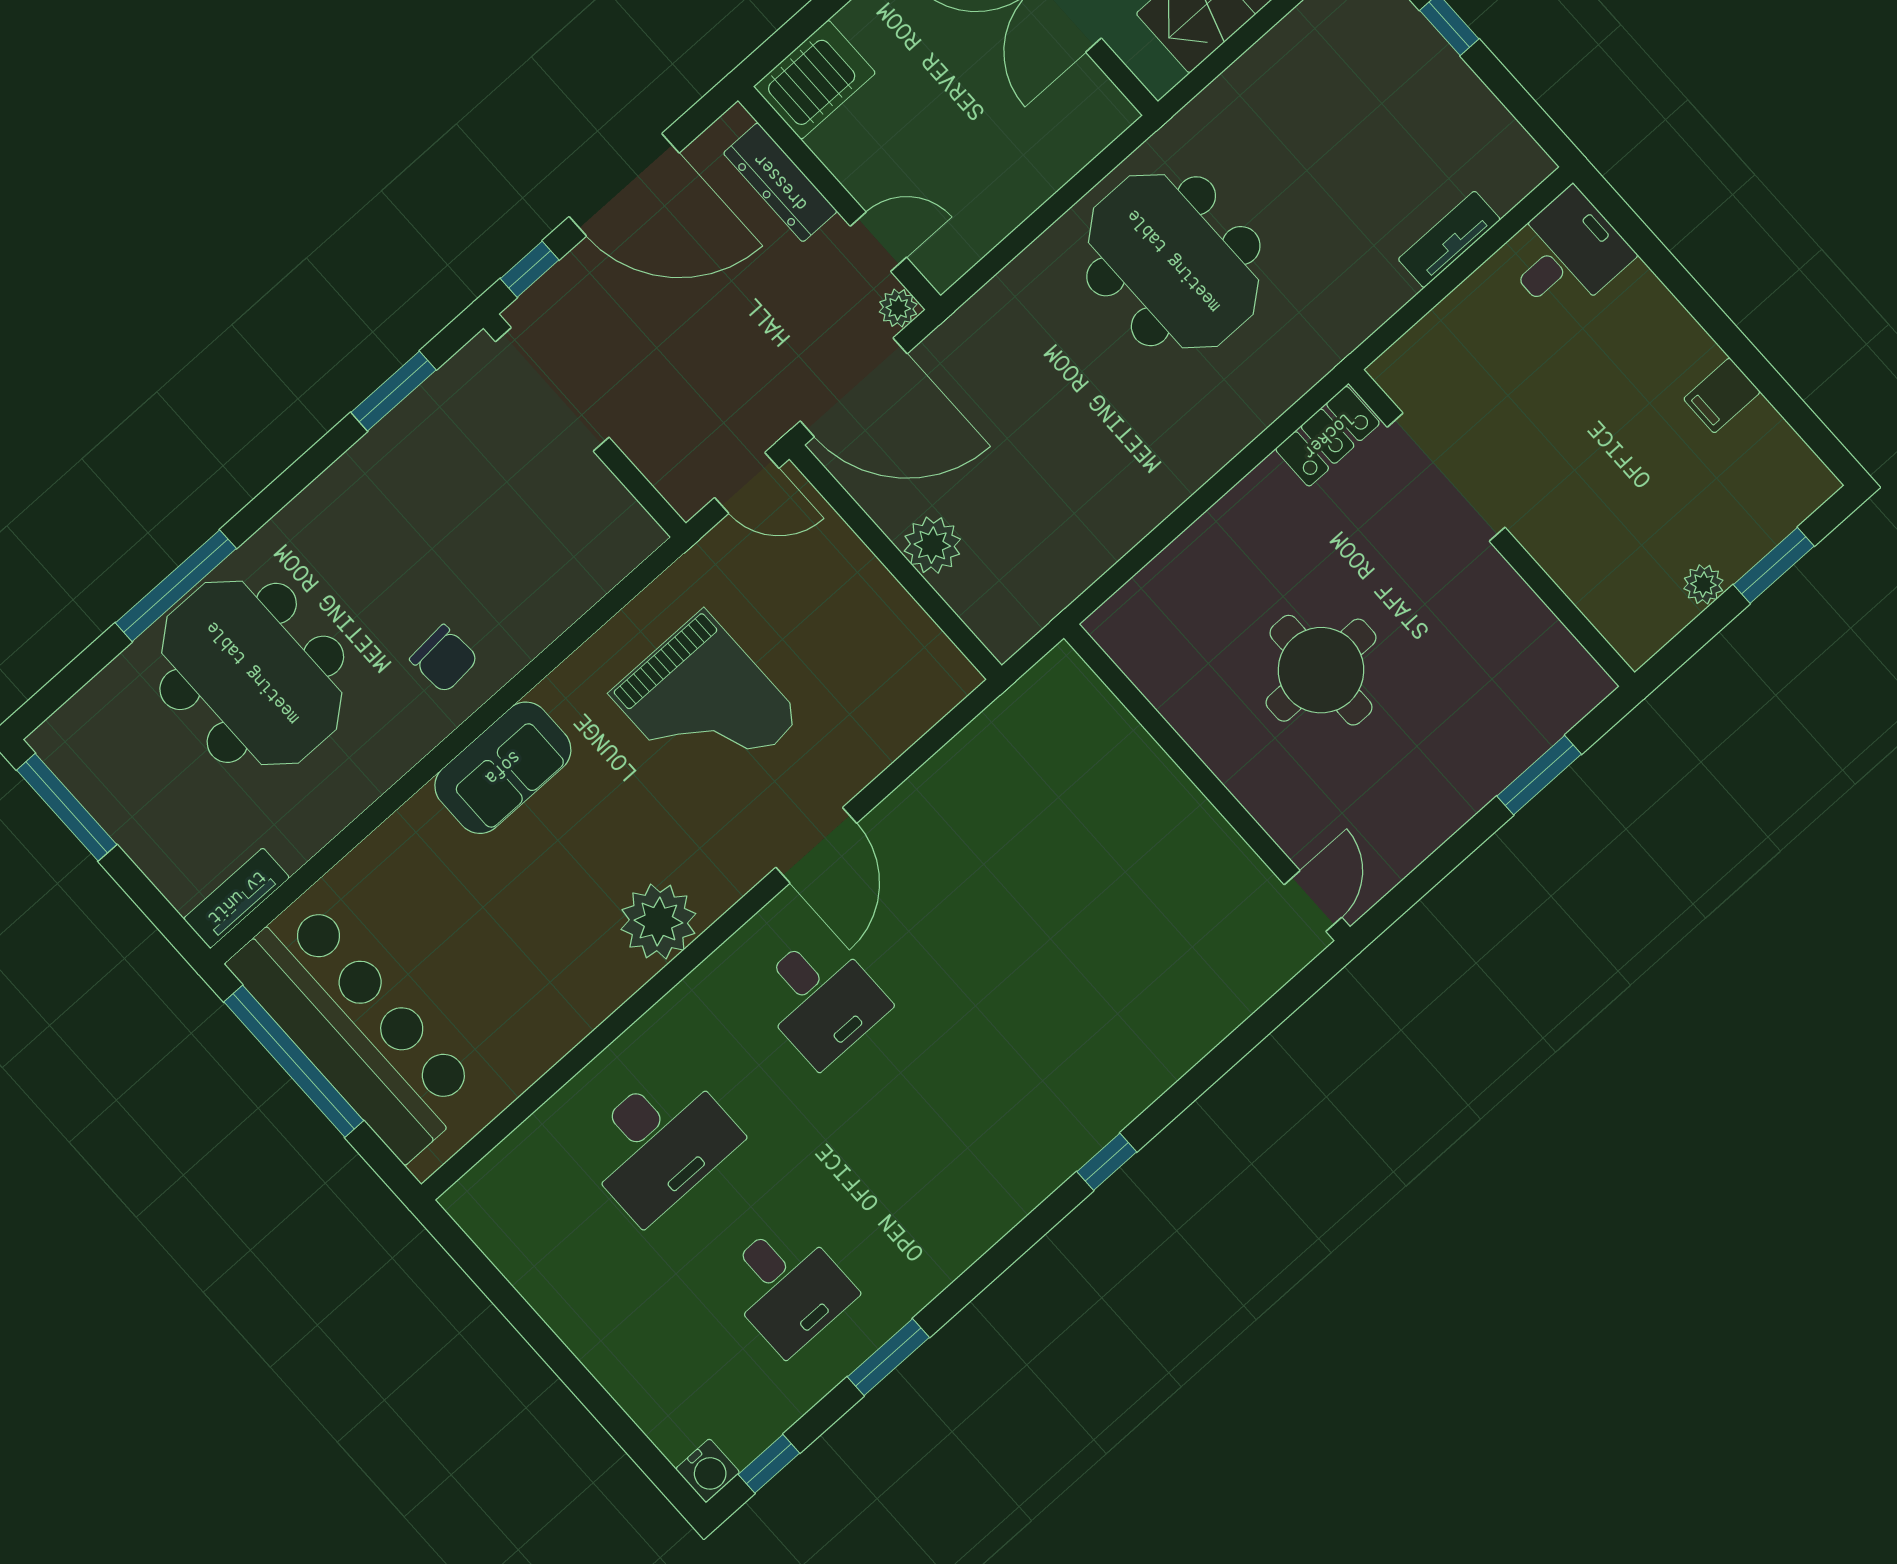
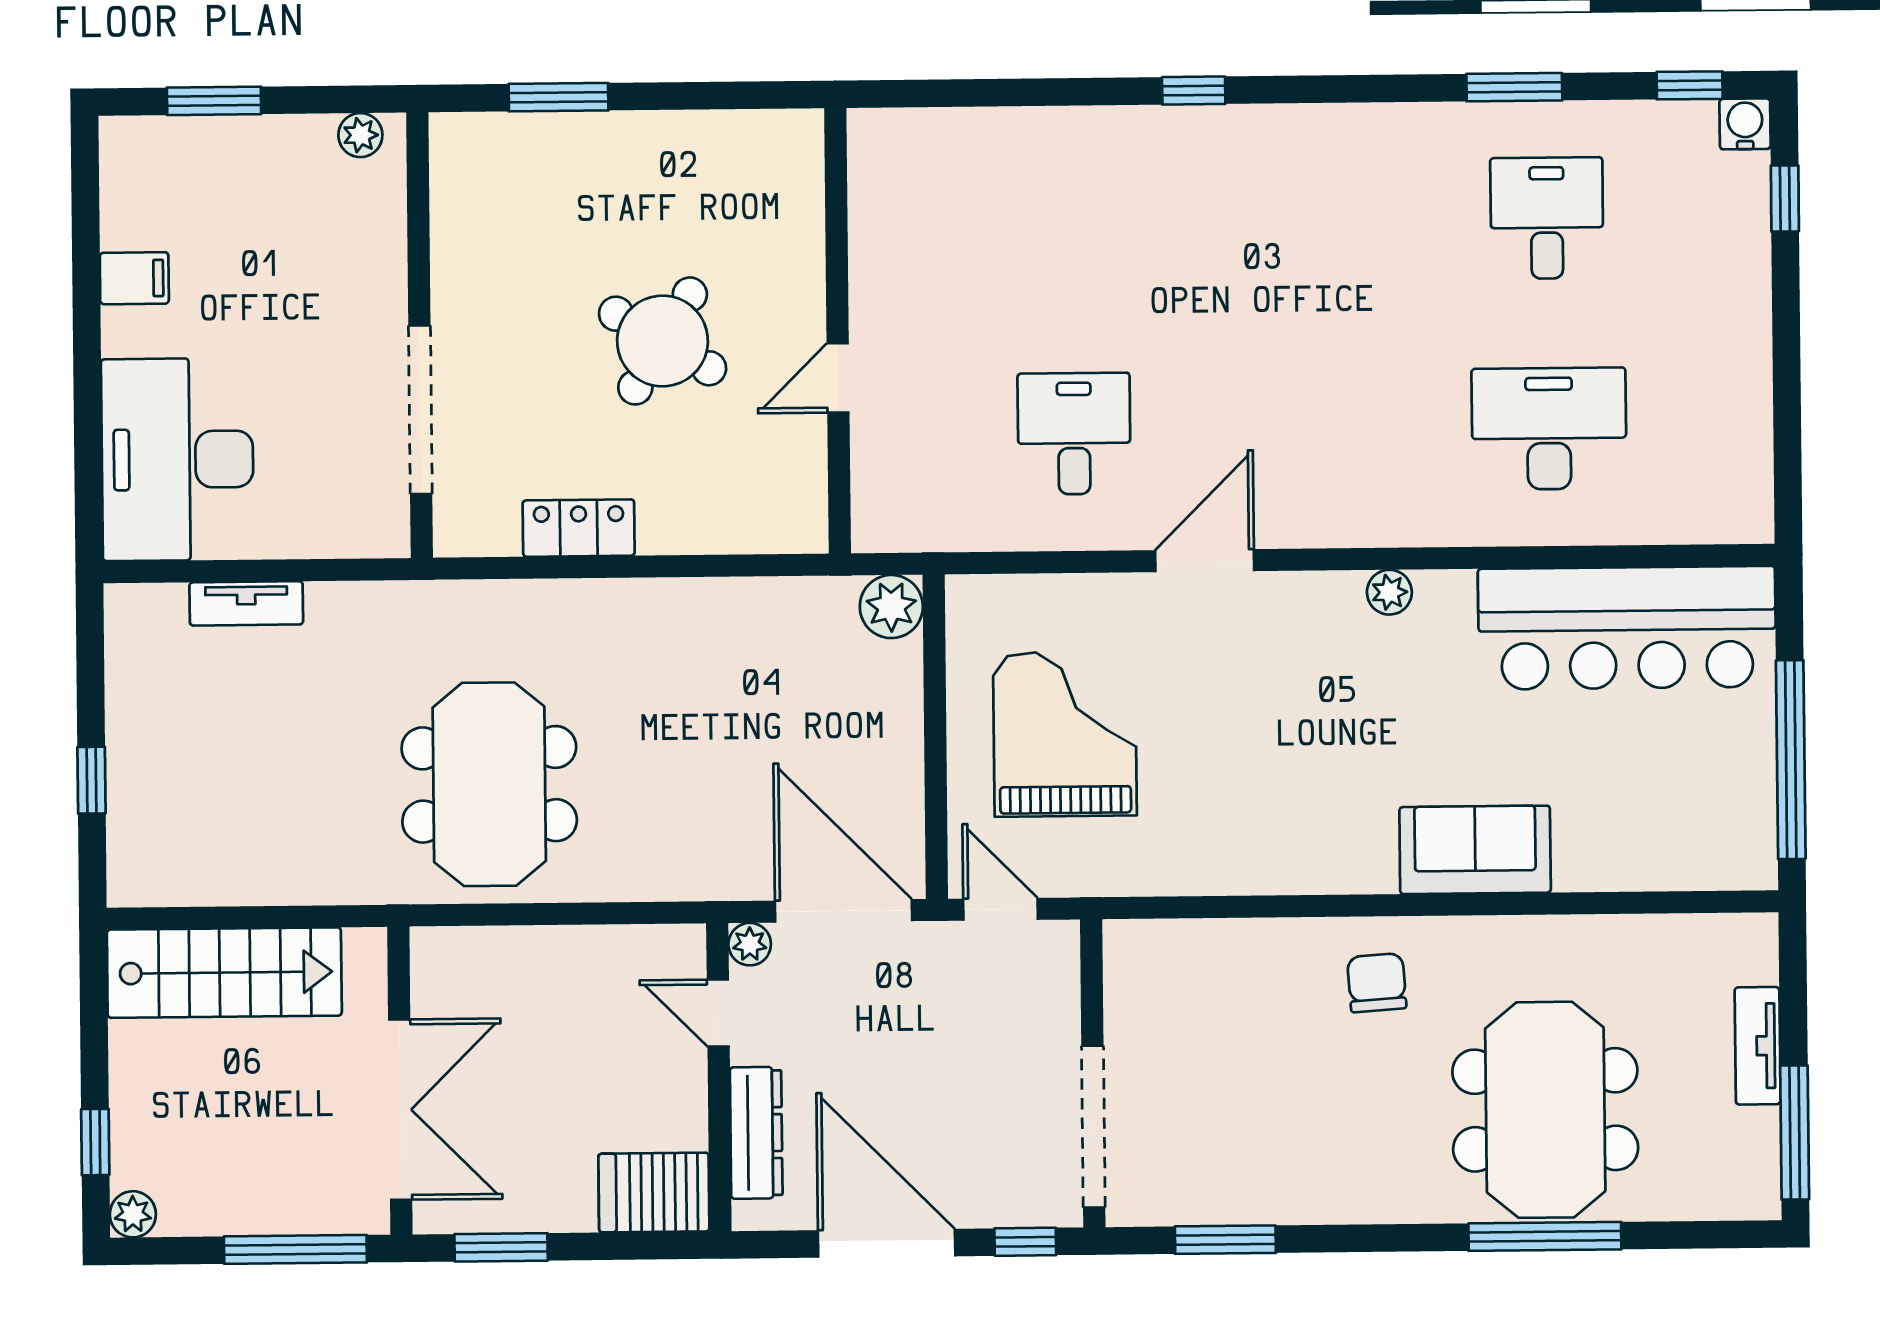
desk: (1566, 254) -> (177, 459), width x1.87, depth x1.30
locker: (1328, 436) -> (579, 528), moved
plant: (932, 545) -> (891, 607), moved
plant: (1703, 584) -> (360, 135), moved
round table: (1321, 670) -> (663, 341), turned 31
grand piano: (705, 706) -> (1065, 734), moved
sofa: (503, 768) -> (1475, 850), moved
tv unit: (237, 898) -> (1758, 1046), moved, turned 90
door: (1313, 901) -> (838, 378), moved
plant: (658, 922) -> (1389, 592), width x0.53, depth x0.53
desk: (821, 999) -> (1074, 434), moved
bar counter: (355, 1028) -> (1627, 628), moved, turned -90
window: (635, 1443) -> (1785, 198), added

